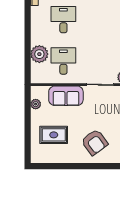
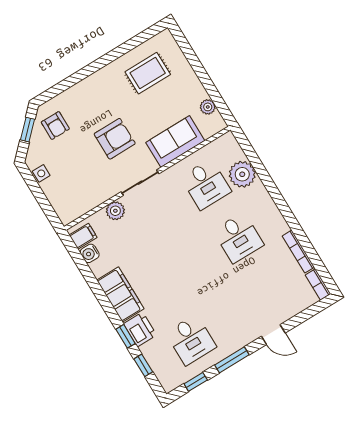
rug: (54, 135) -> (148, 73), moved
armchair: (95, 142) -> (115, 139), moved, turned 126

